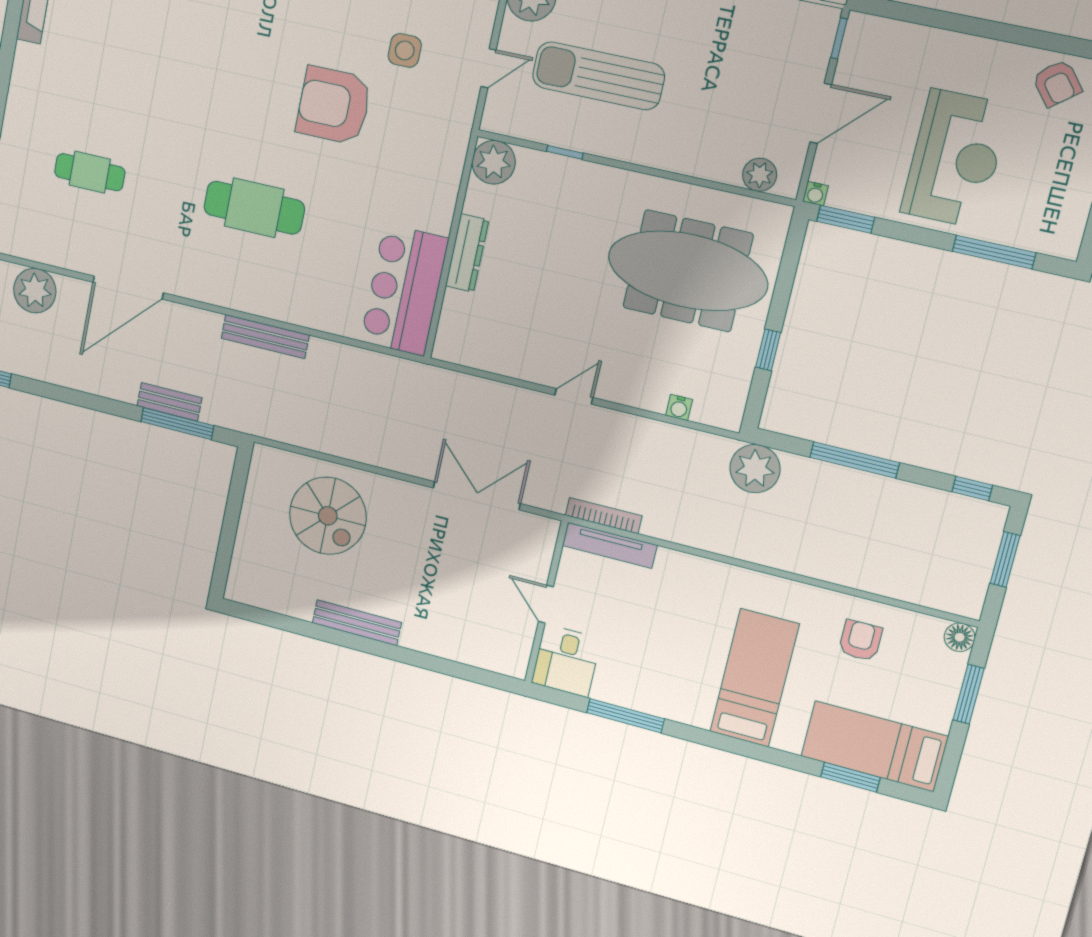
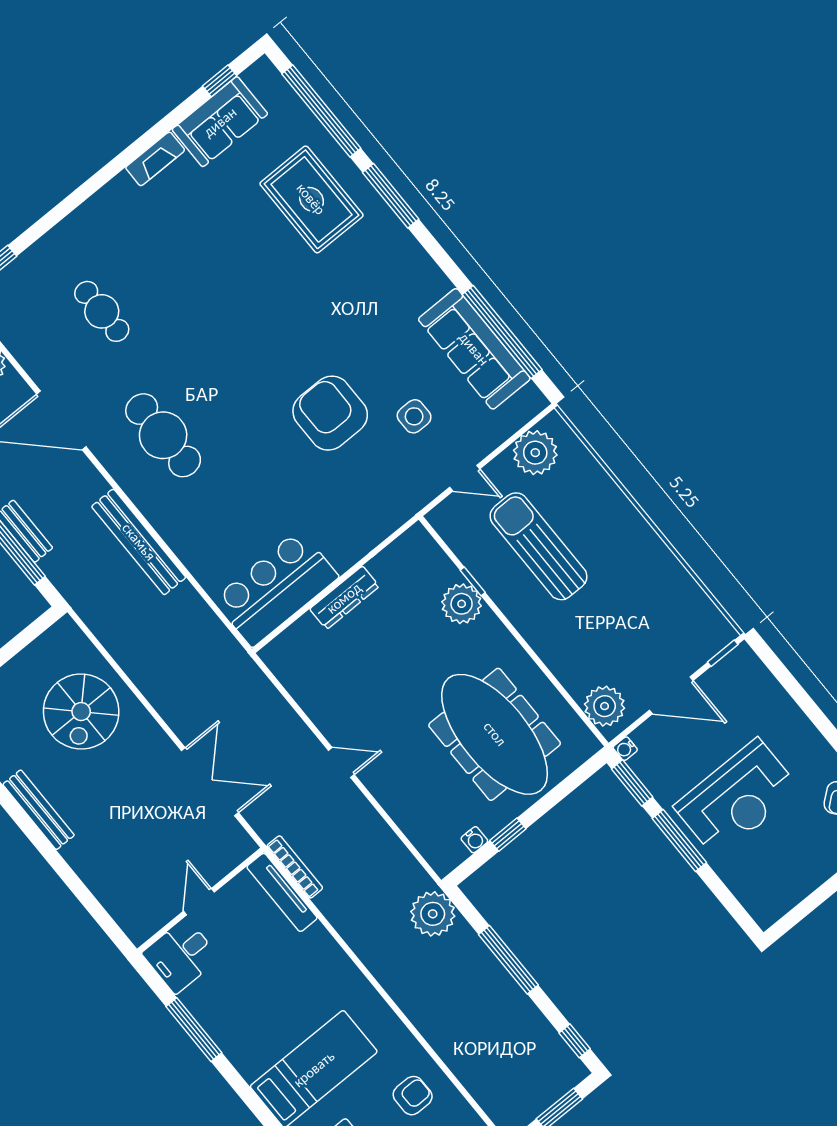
plant: (494, 162) -> (462, 604), moved
plant: (760, 175) -> (605, 706), width x1.36, depth x1.36
cafe table: (254, 208) -> (163, 435), moved
window: (994, 252) -> (679, 841), moved
bench: (265, 337) -> (139, 542), width x1.37, depth x1.21
water cooler: (679, 408) -> (474, 840), moved, turned -90

